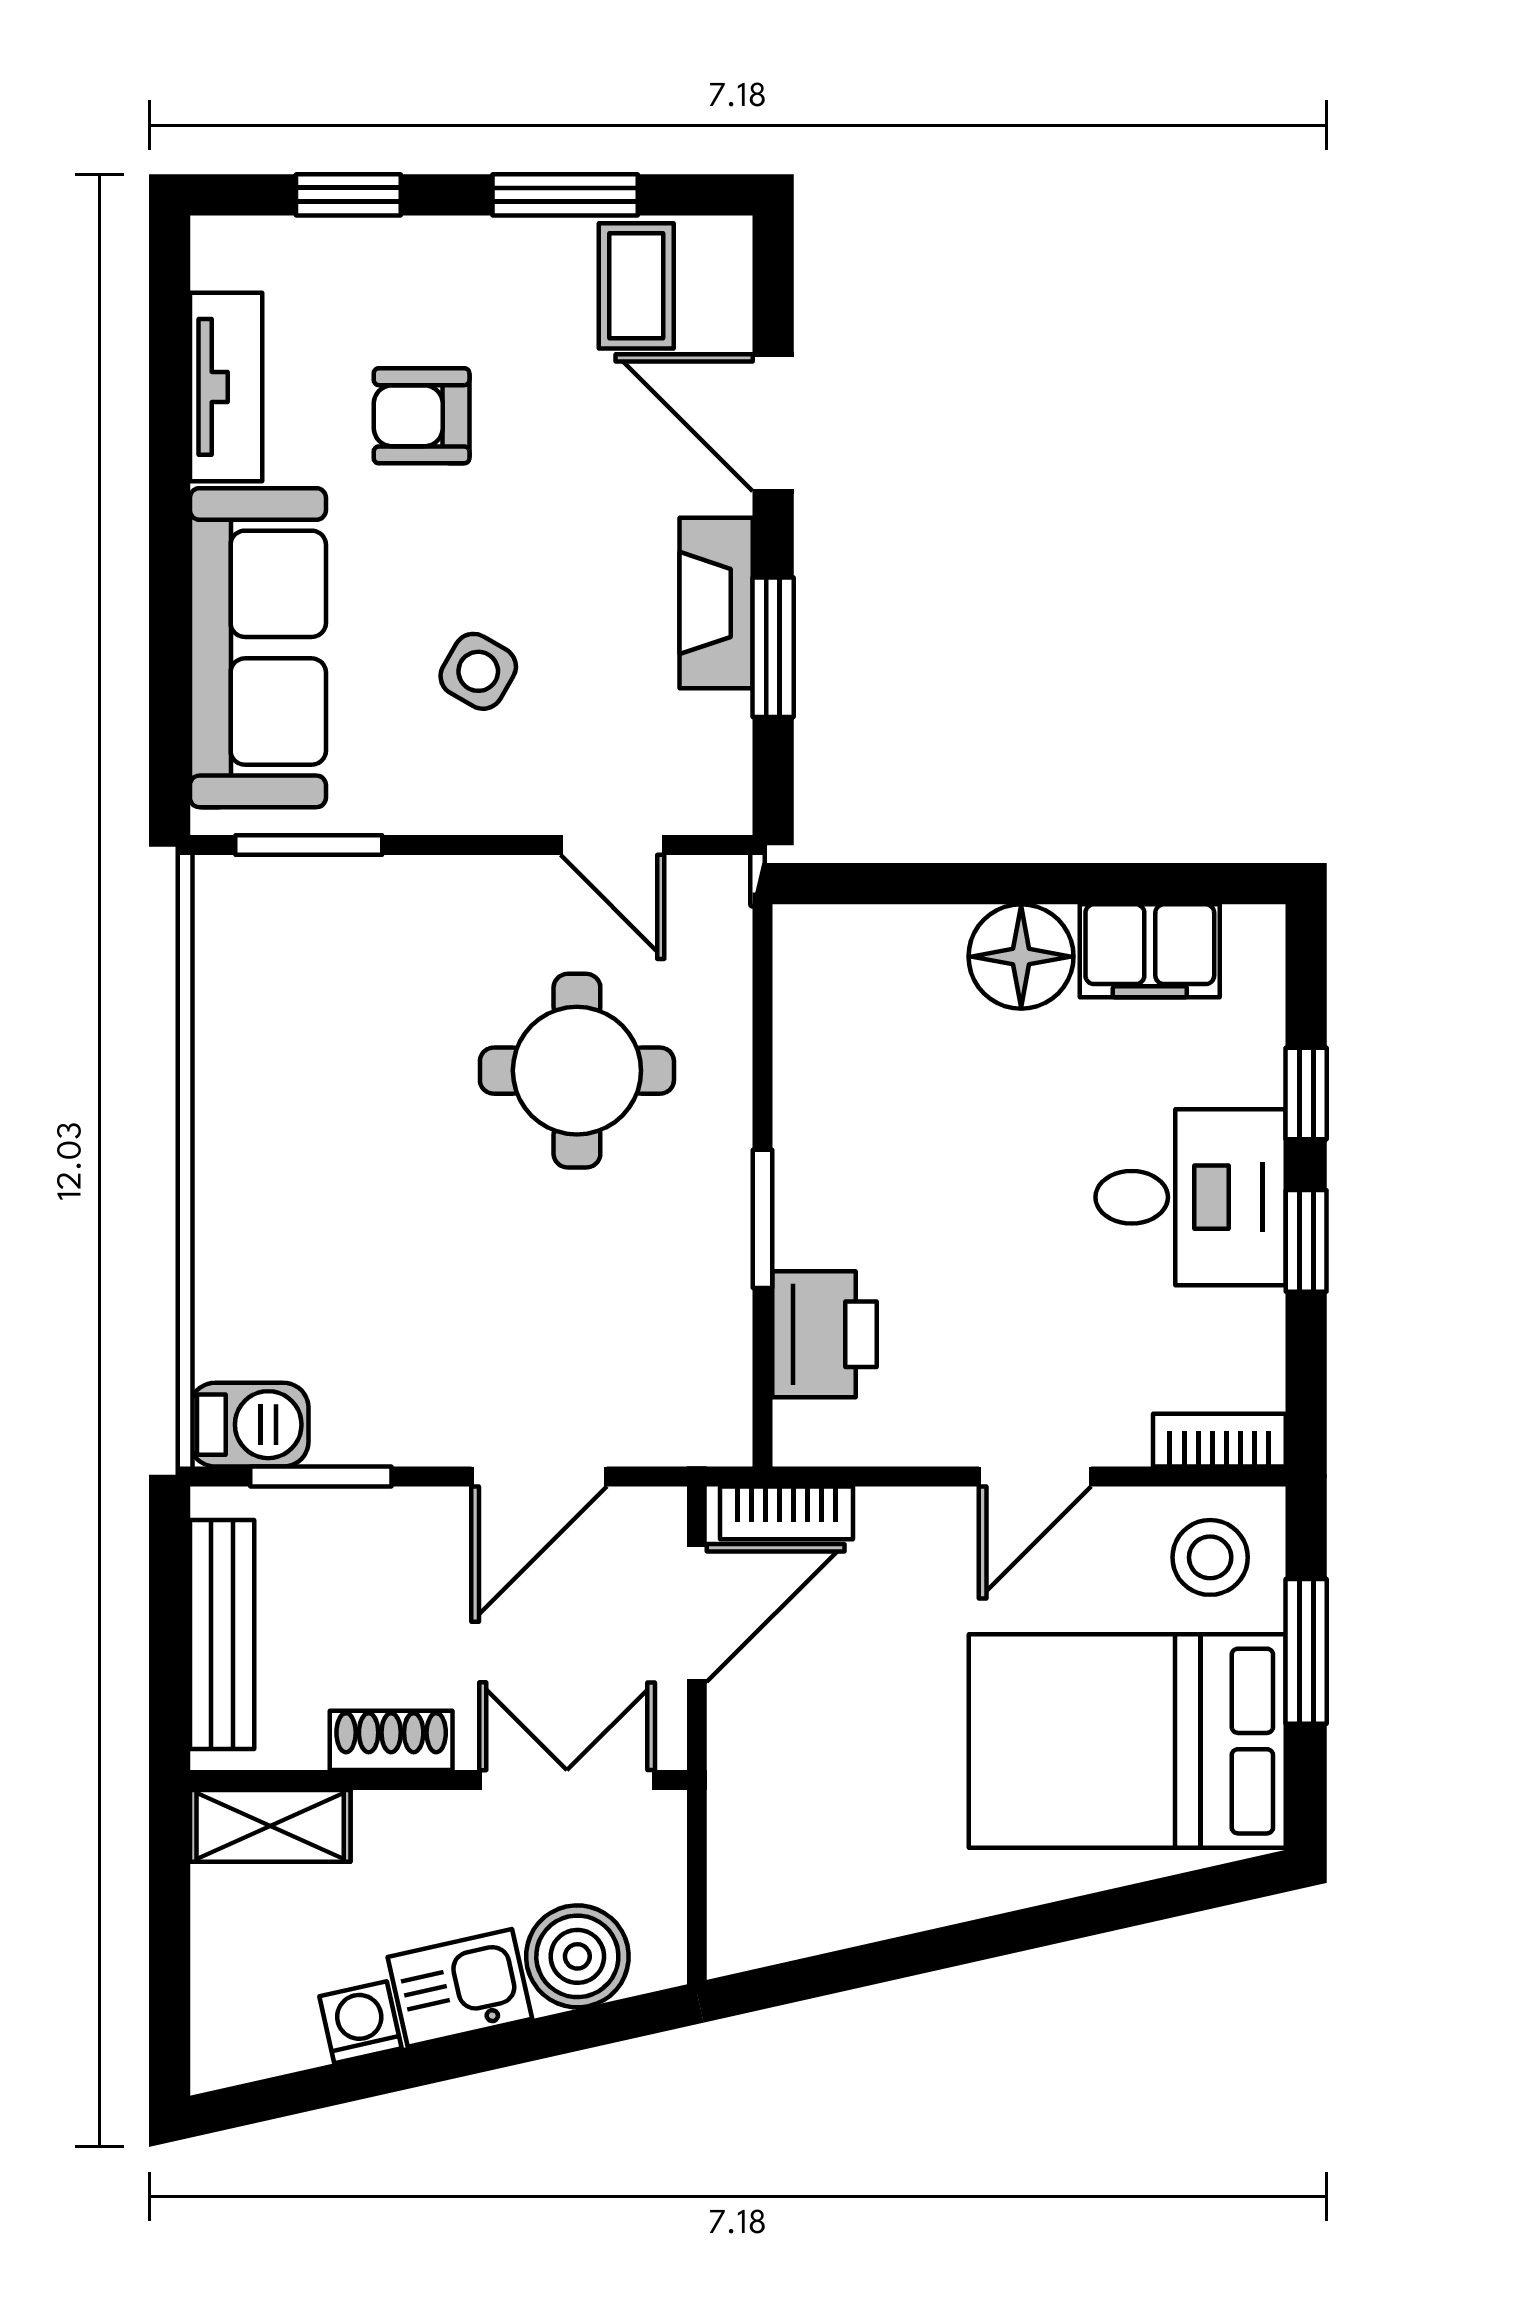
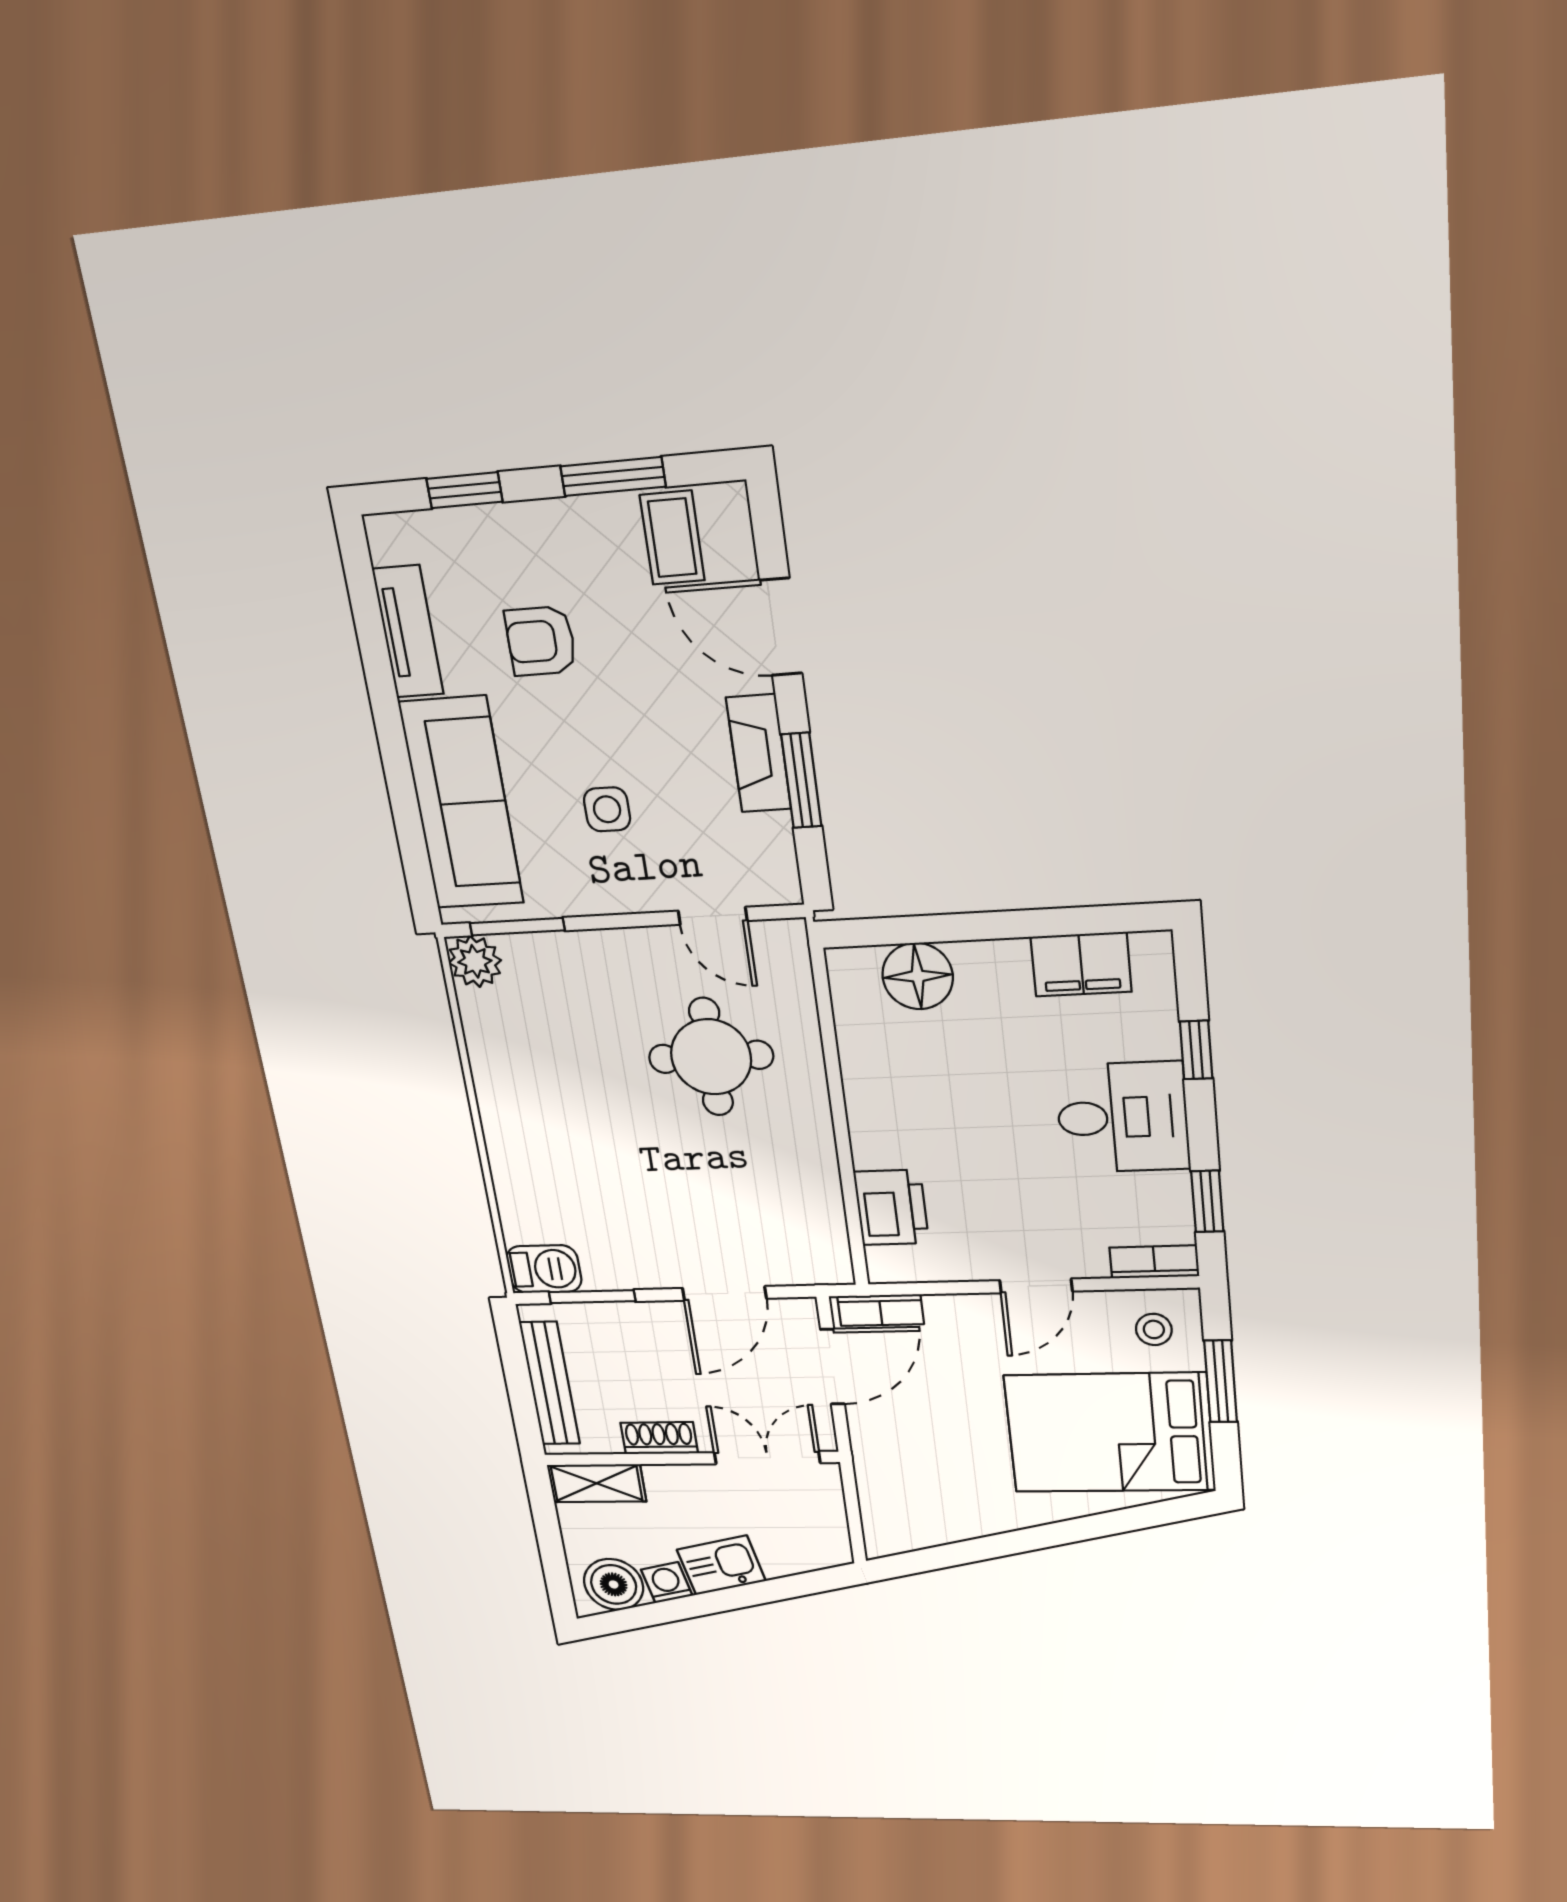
side table: (478, 671) -> (607, 809), turned -30
plant: (232, 897) -> (475, 961), added
floor lamp: (1021, 957) -> (918, 976), moved
window: (762, 1219) -> (843, 1141), removed
window: (1306, 1241) -> (1207, 1201), moved
stool: (1210, 1557) -> (1154, 1329), width x0.73, depth x0.73
boiler: (577, 1956) -> (614, 1584), moved

